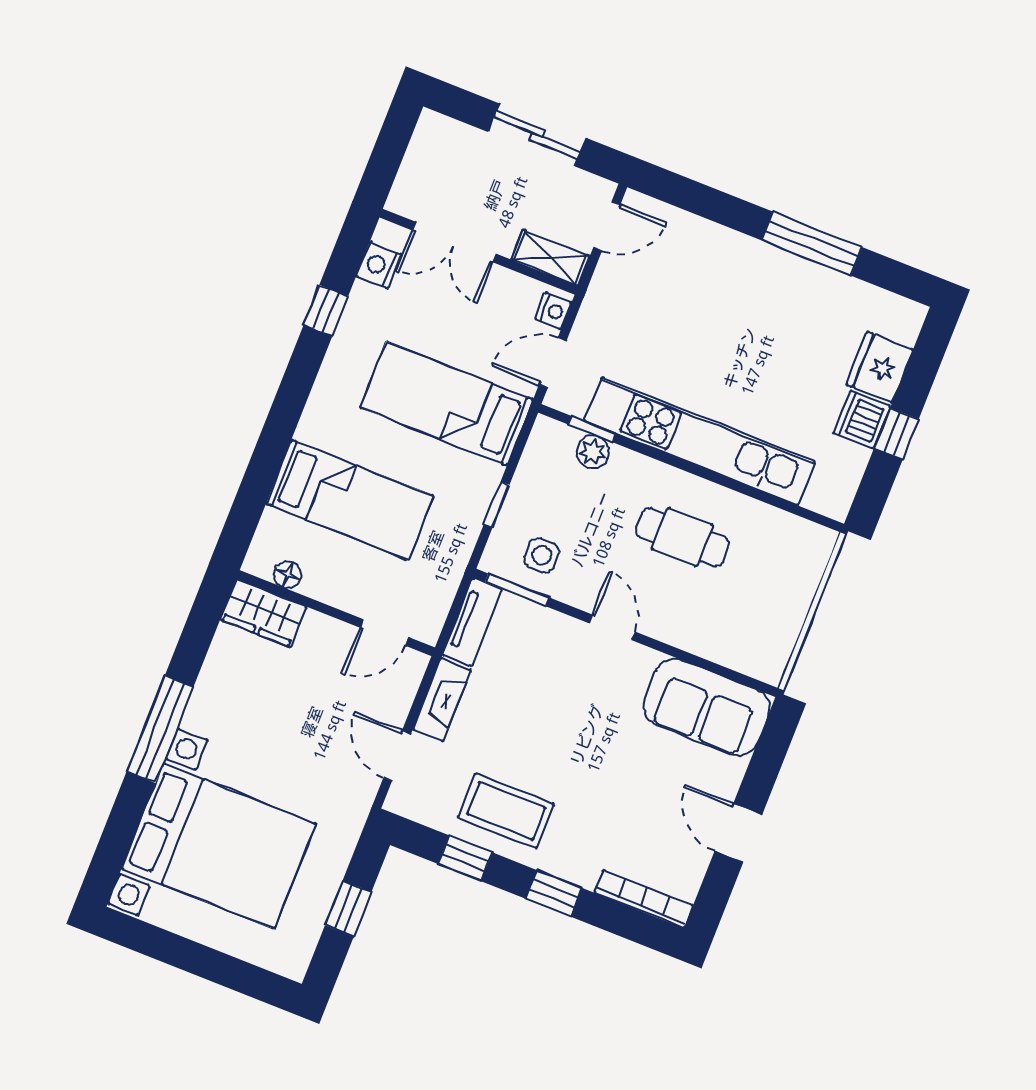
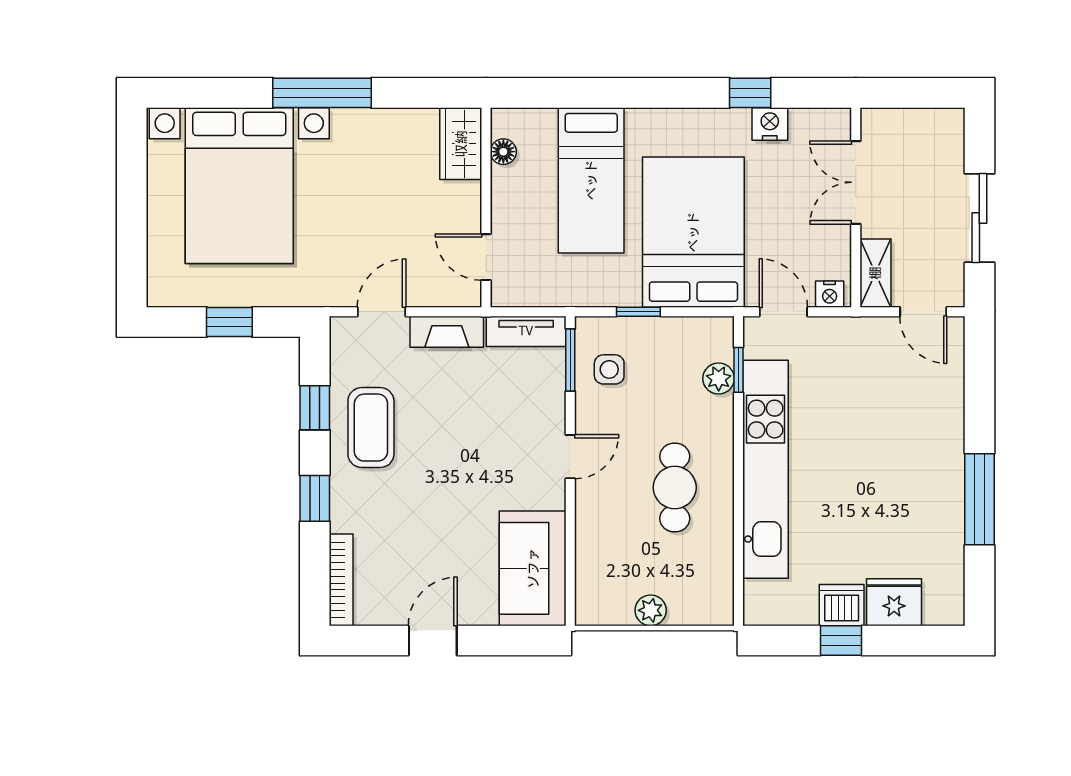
nightstand: (379, 265) -> (770, 124), moved
bed: (447, 403) -> (693, 232), width x1.50
plant: (793, 608) -> (651, 610), added

